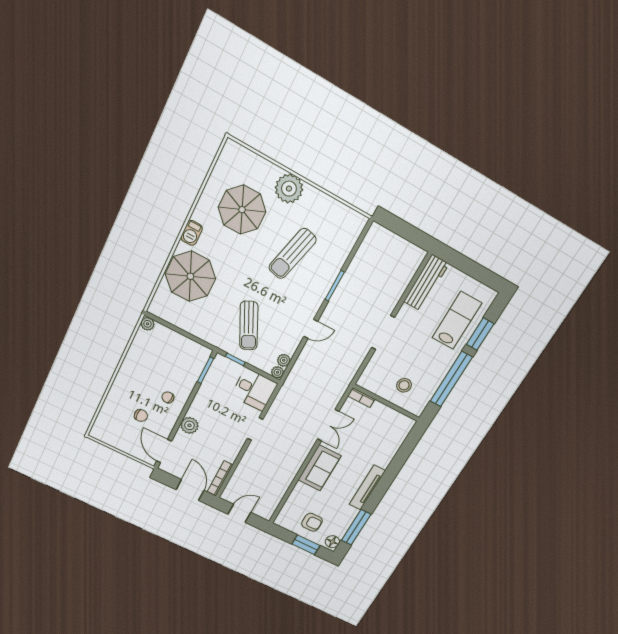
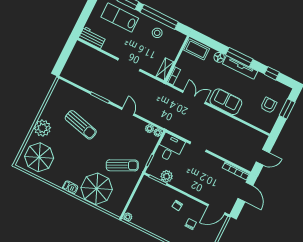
parasol: (242, 210) -> (39, 157), moved
workbench: (426, 283) -> (92, 38), width x0.73
sun lounger: (249, 326) -> (122, 165), moved
shelving: (372, 385) -> (165, 69), added
stool: (404, 385) -> (157, 33), moved
plant: (189, 425) -> (167, 176), moved
coffee table: (398, 431) -> (197, 49), added
window: (382, 487) -> (239, 57), added
door: (190, 490) -> (245, 192), swing flipped
door: (239, 513) -> (263, 157), swing flipped
window: (356, 527) -> (272, 73), width x0.46
floor lamp: (332, 542) -> (219, 57), moved

